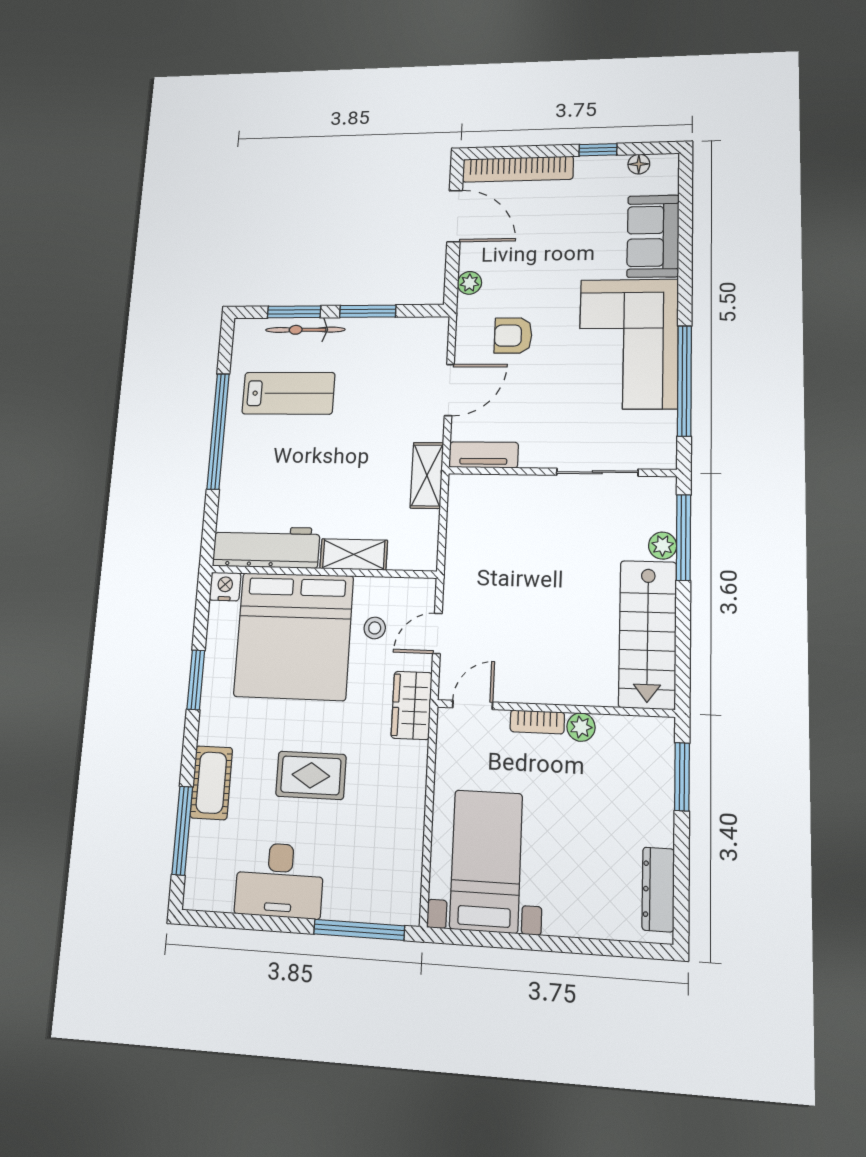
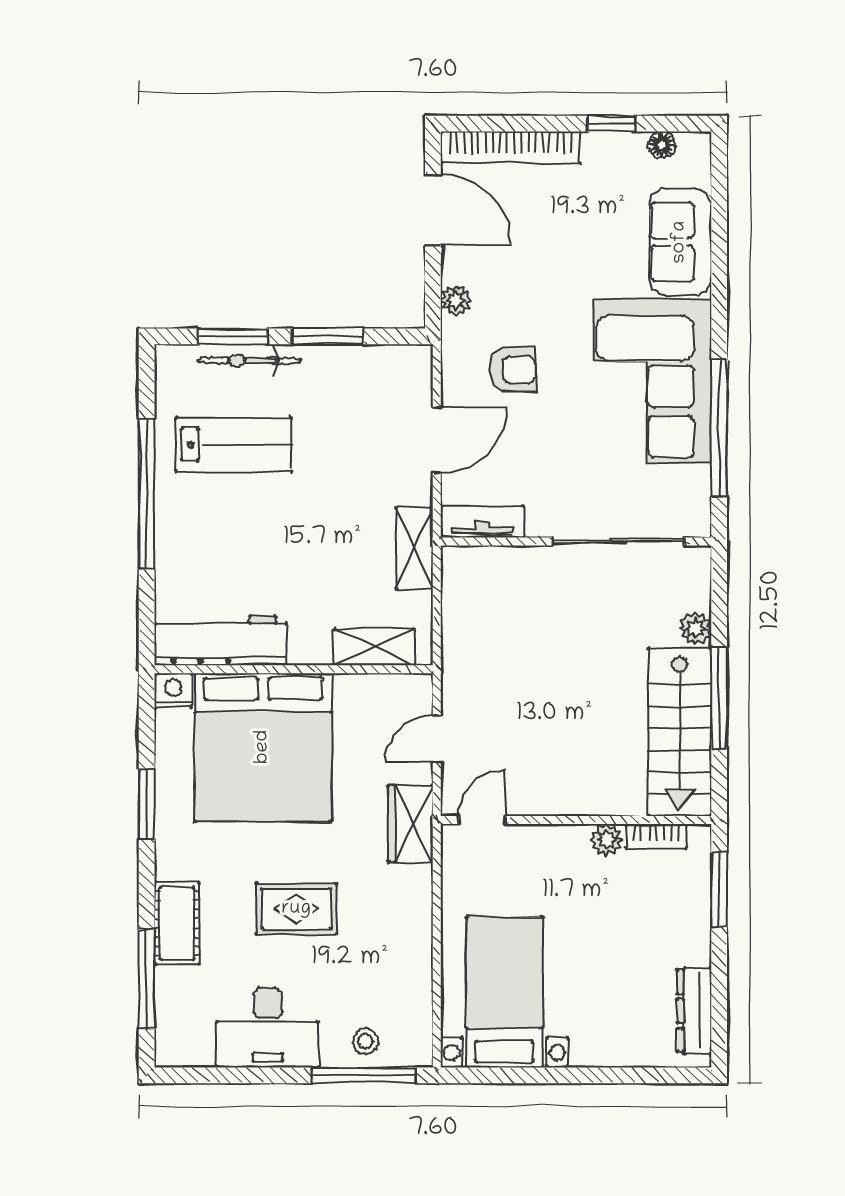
armchair: (513, 335) -> (513, 370), turned 180
sliding door: (597, 472) -> (619, 542), width x1.37
window: (683, 537) -> (719, 698), moved
shelving: (354, 554) -> (374, 647), moved
stool: (375, 628) -> (366, 1041), moved
bookcase: (537, 722) -> (656, 836), moved

